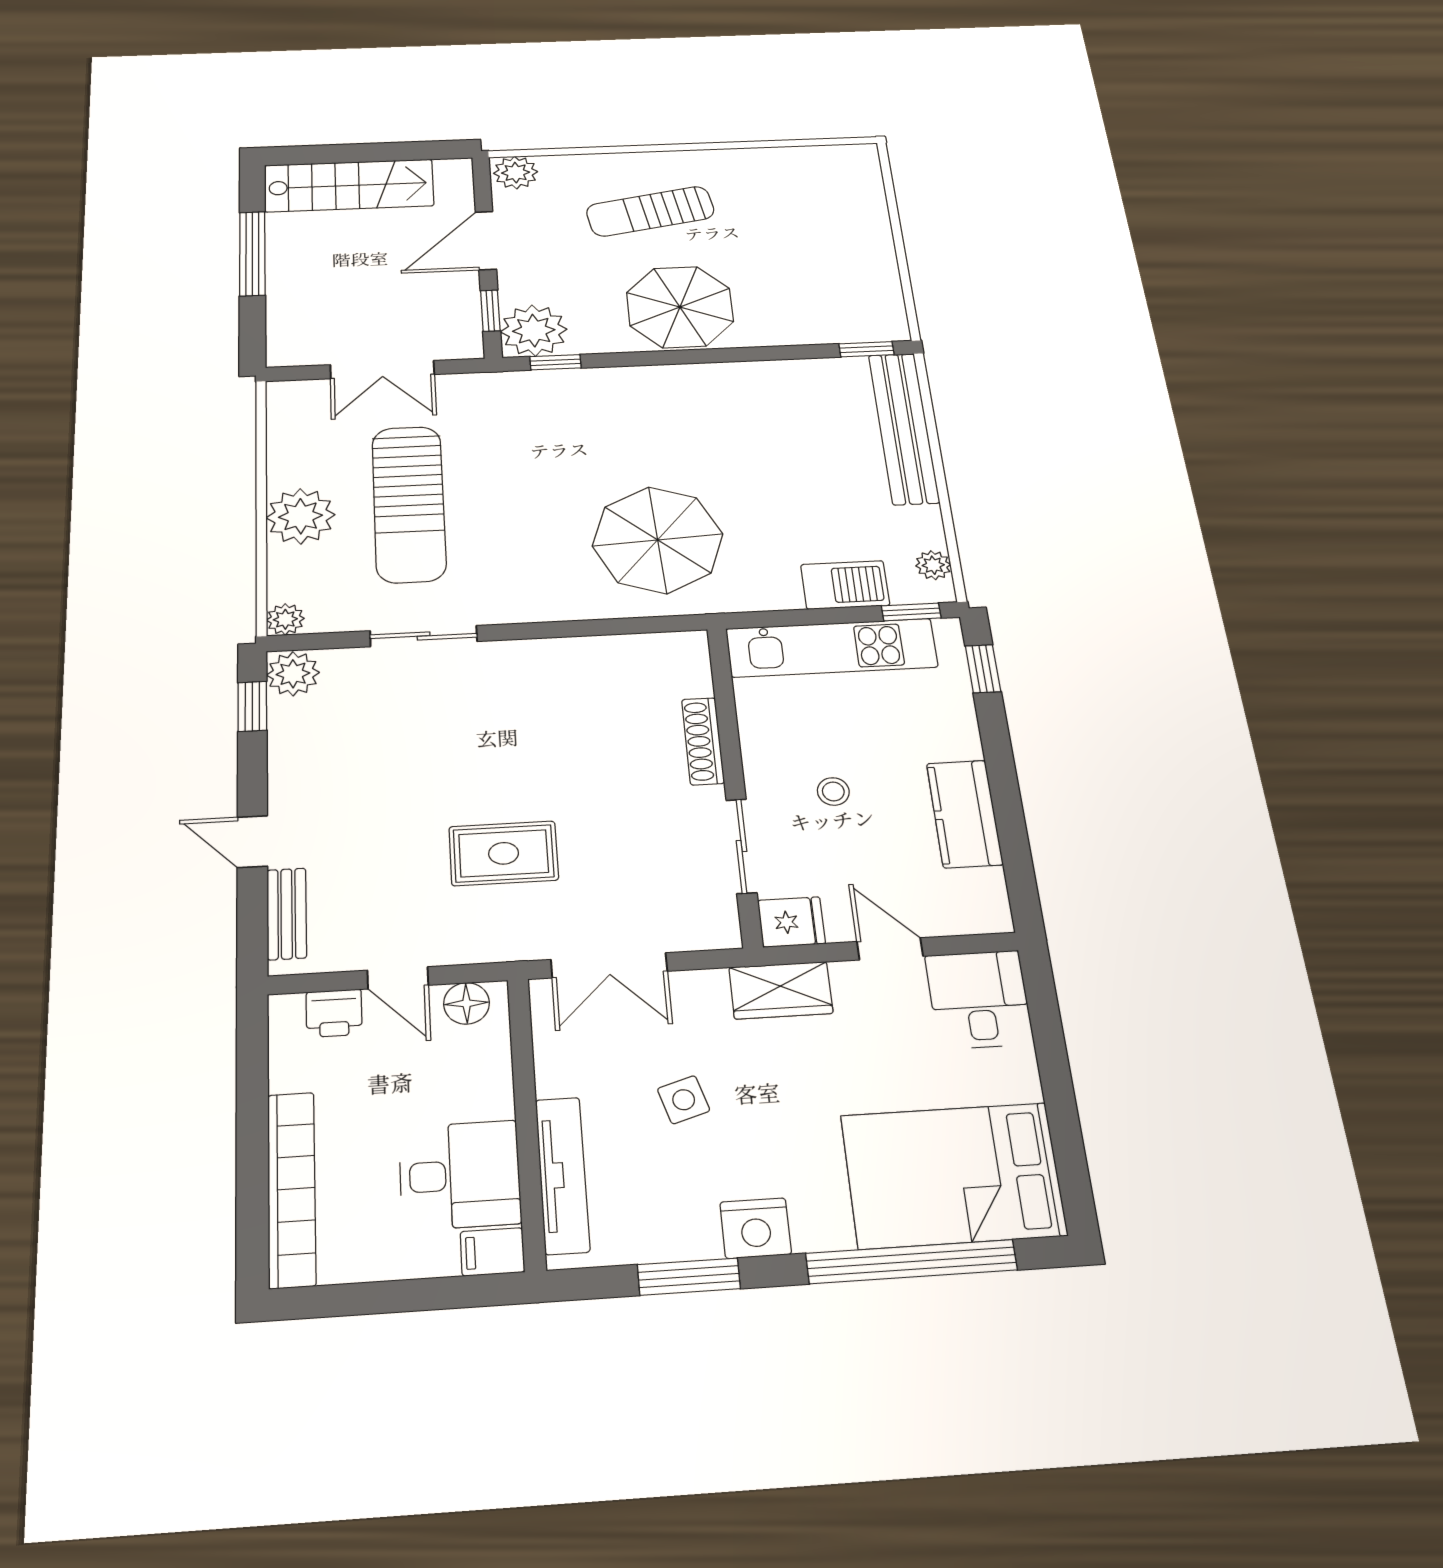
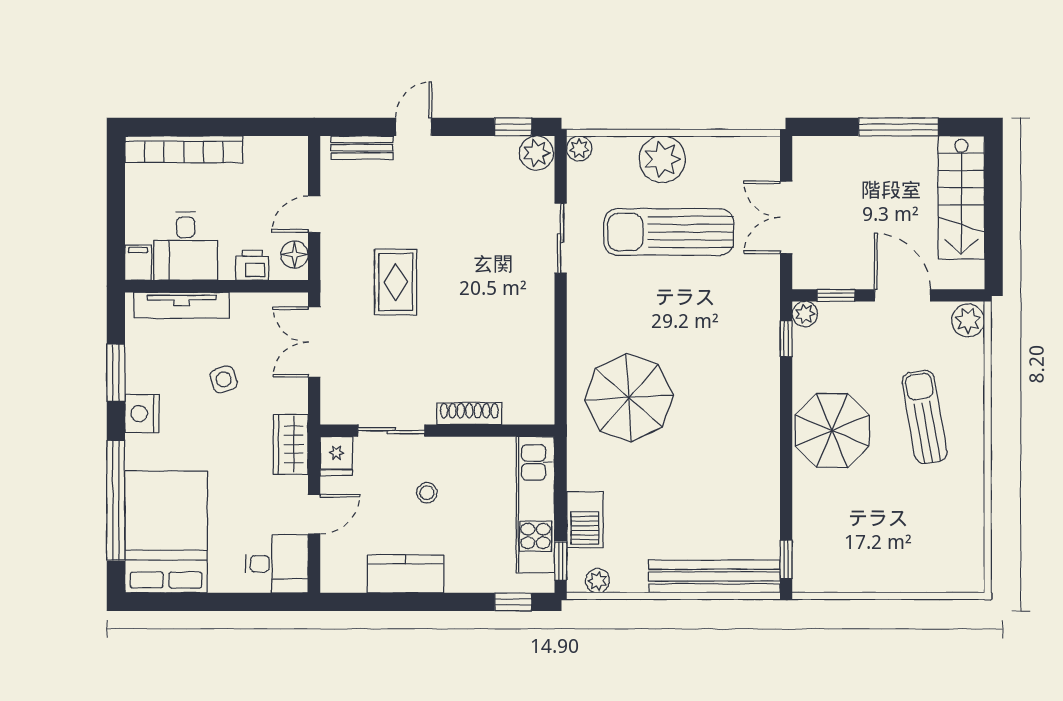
plant: (534, 331) -> (805, 314), width x0.53, depth x0.53
printer: (334, 1013) -> (252, 265), moved, turned 90

